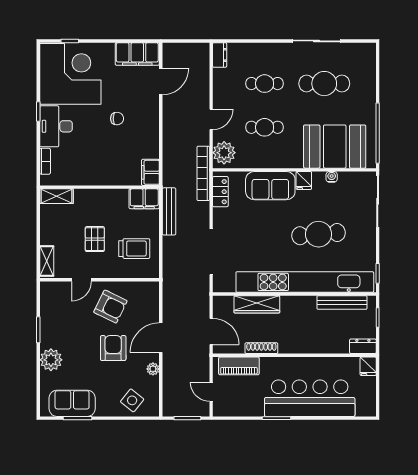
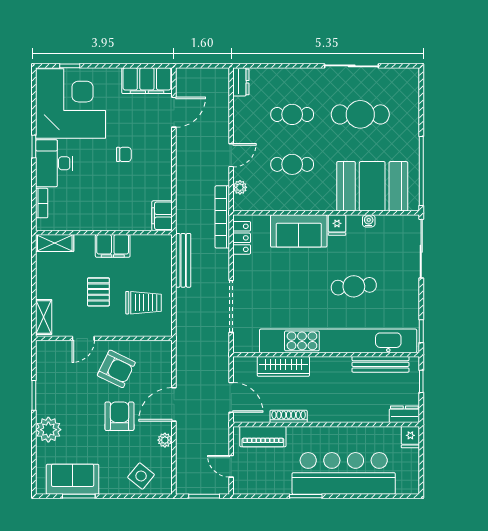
plant: (224, 153) -> (240, 187), width x0.53, depth x0.53
filing cabinet: (144, 199) -> (113, 246), moved
cafe table: (319, 234) -> (354, 286), width x0.73, depth x0.74

